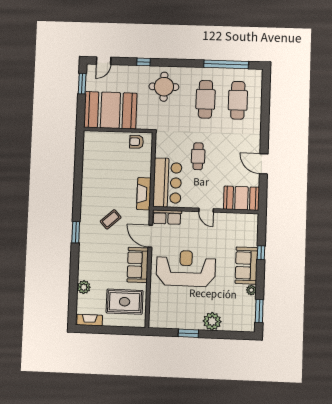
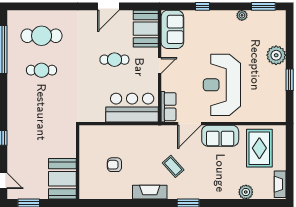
round table: (164, 87) -> (29, 115), removed
cafe table: (205, 99) -> (42, 70), width x0.73, depth x0.74
booth: (110, 110) -> (62, 179), width x0.73, depth x0.70
armchair: (137, 142) -> (114, 165), moved, turned 90
cafe table: (198, 156) -> (114, 60), moved
fireplace: (144, 194) -> (150, 192), moved, turned 180
sofa: (246, 265) -> (172, 29), moved, turned -90

